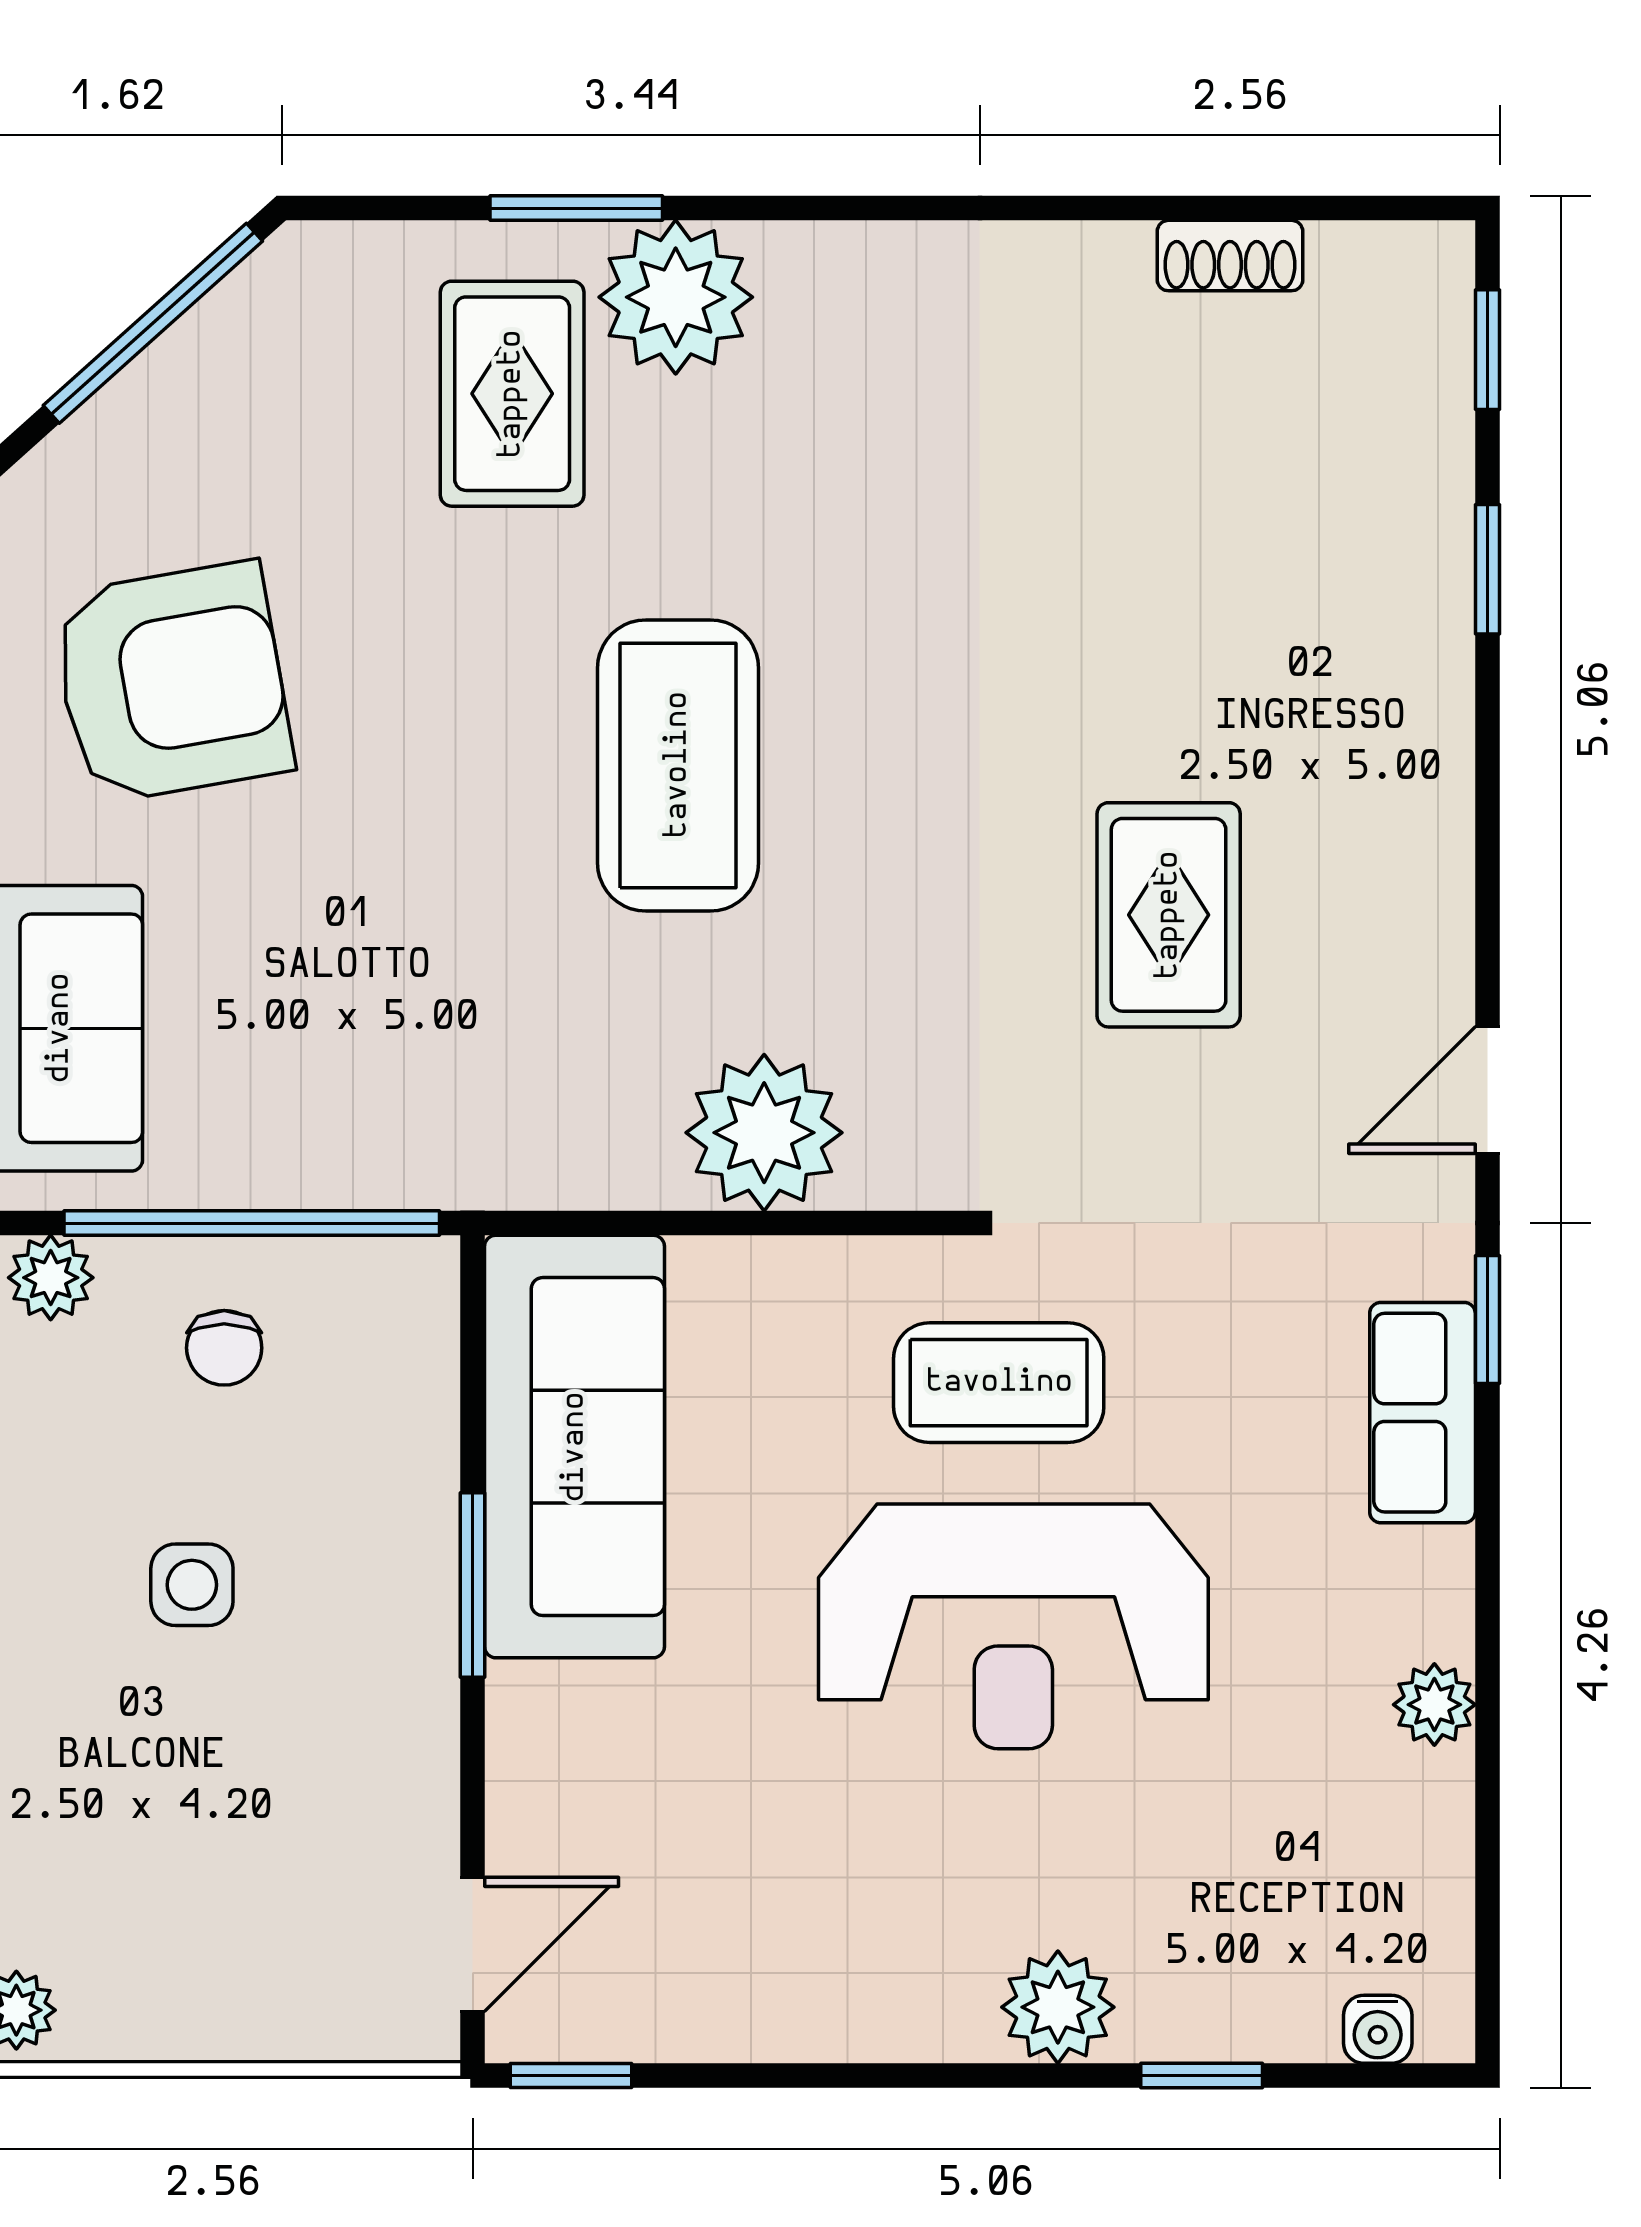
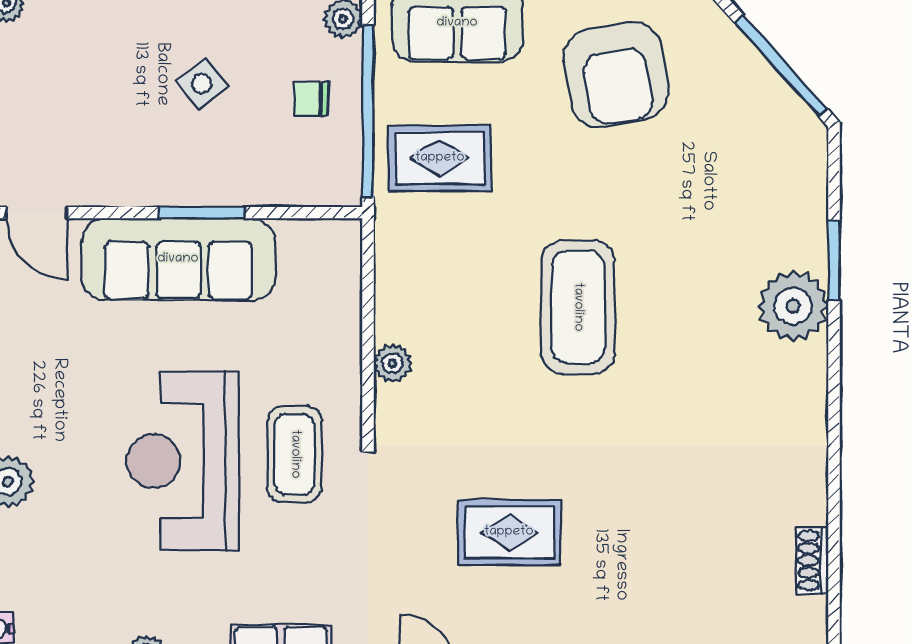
rug: (512, 394) -> (440, 158), moved
coffee table: (678, 765) -> (578, 307), turned 90
plant: (764, 1133) -> (393, 363), width x0.53, depth x0.53
sofa: (575, 1447) -> (178, 259), moved
side table: (192, 1585) -> (202, 84), turned -38

